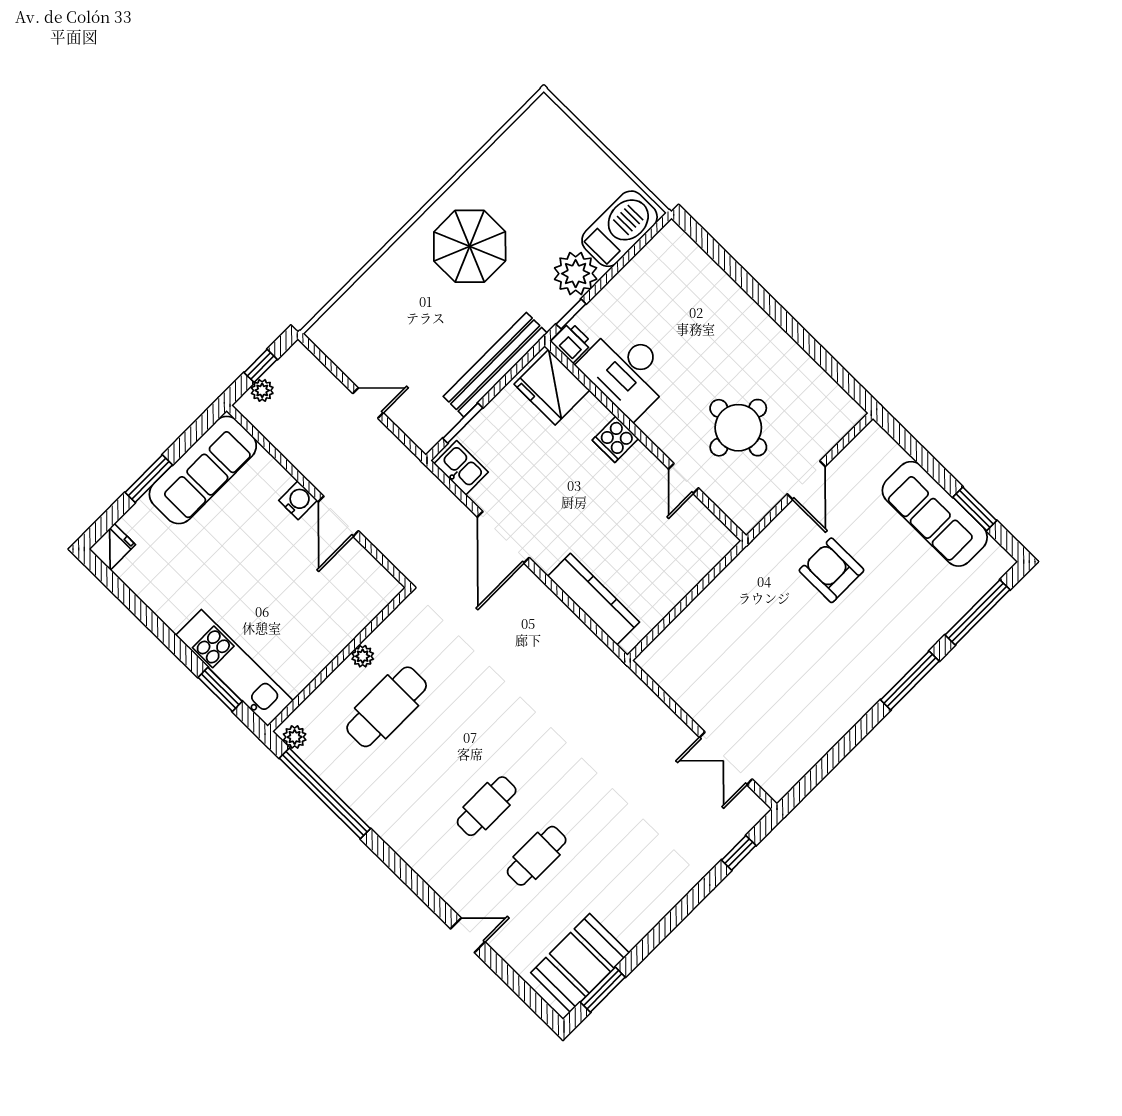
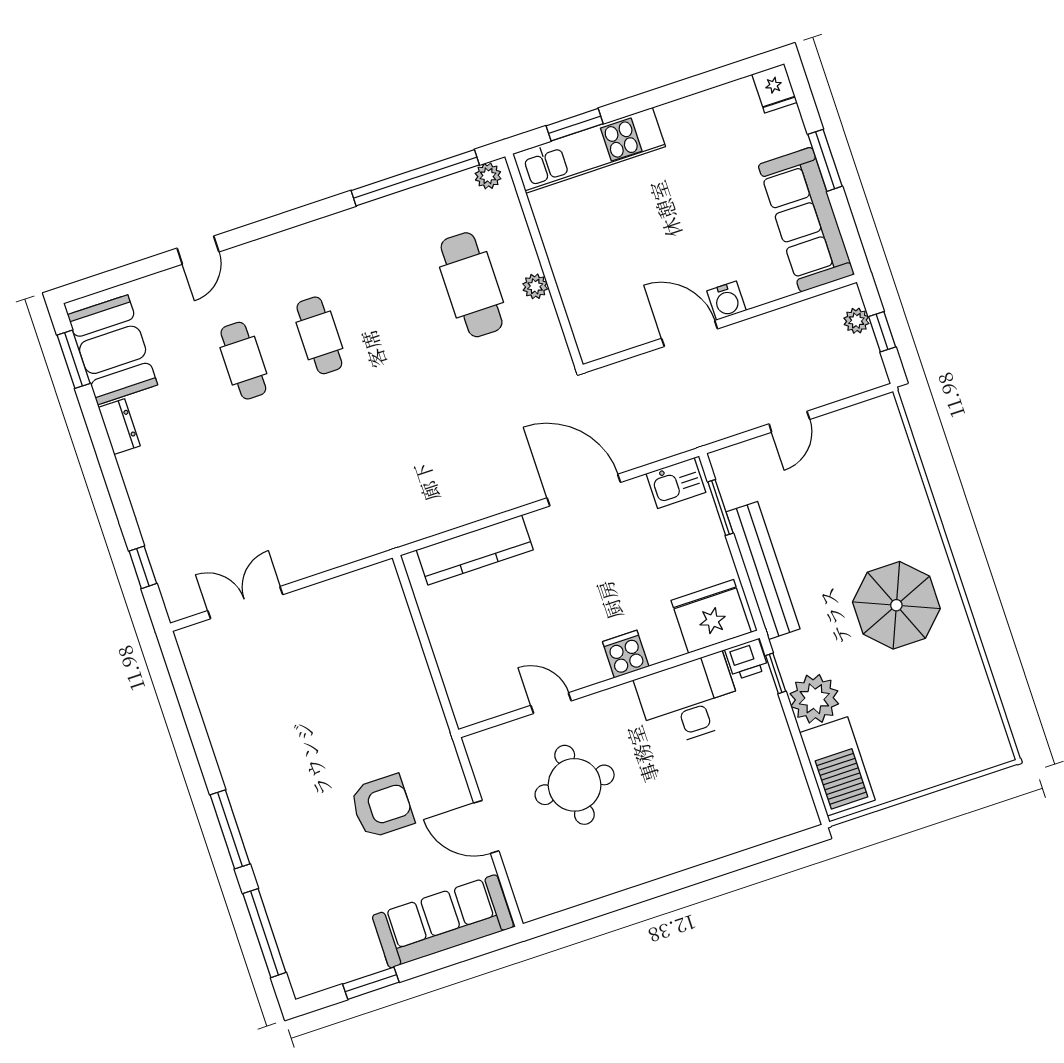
sofa: (935, 514) -> (443, 921), moved
dresser: (638, 927) -> (119, 427), added

